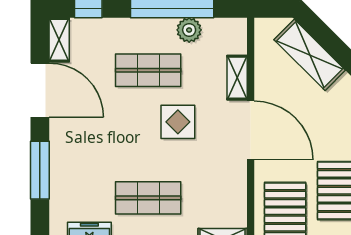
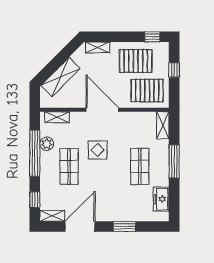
shelving: (237, 78) -> (57, 117), moved
door: (251, 130) -> (102, 110), hinge flipped
window: (40, 170) -> (124, 226), width x0.69

